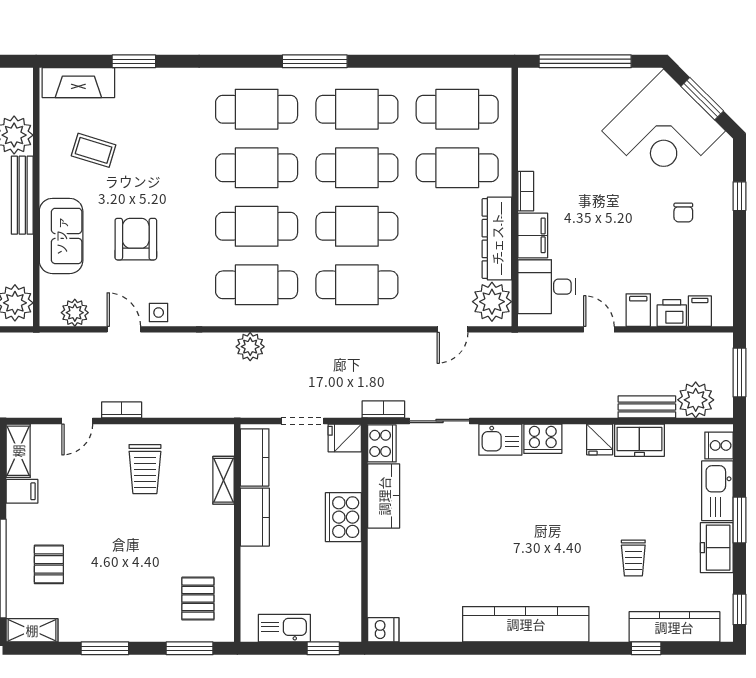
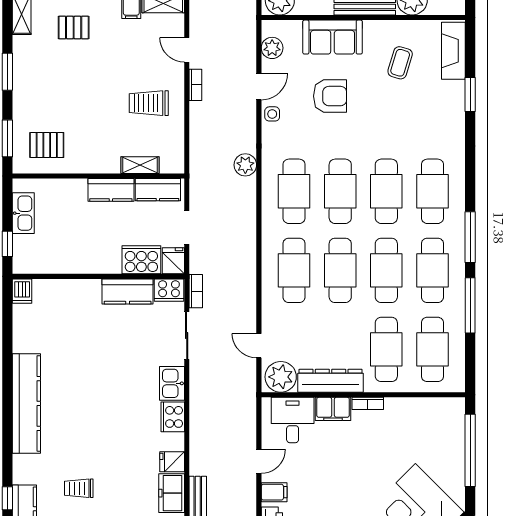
window: (401, 61) -> (470, 305), added
plant: (250, 347) -> (245, 165), moved
cooker: (343, 517) -> (141, 260), moved

